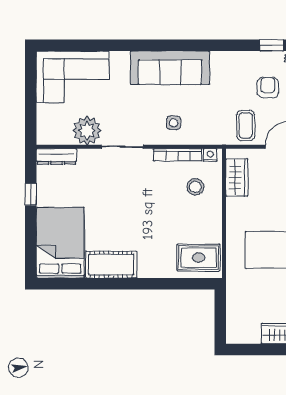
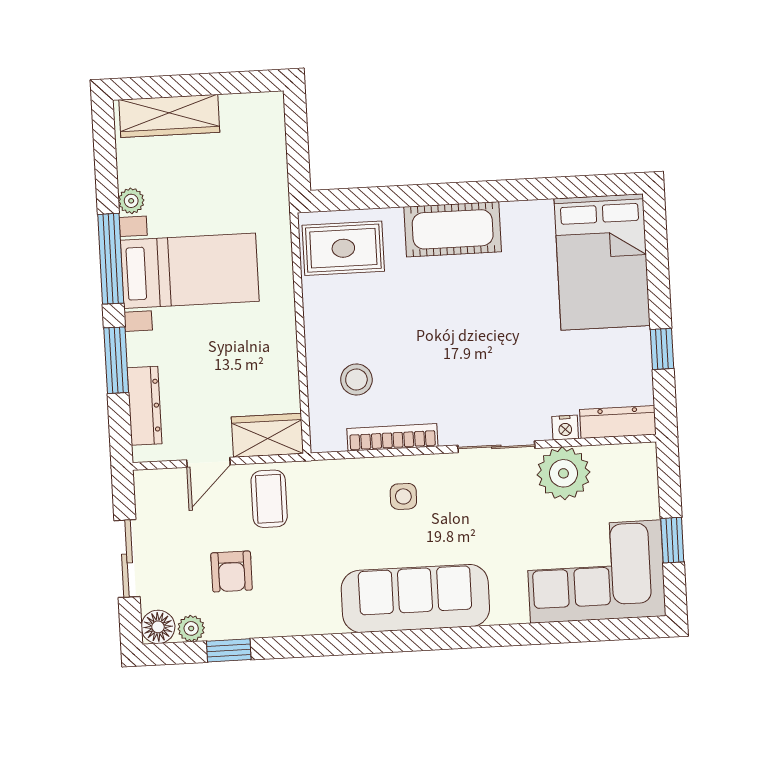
window: (31, 92) -> (672, 540), added
nightstand: (210, 155) -> (565, 428), moved
wardrobe: (237, 177) -> (267, 435), moved, turned 90
cot: (111, 265) -> (453, 229), moved

